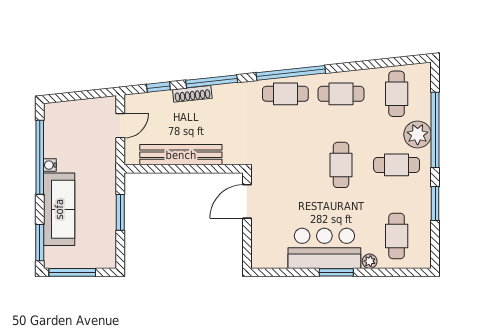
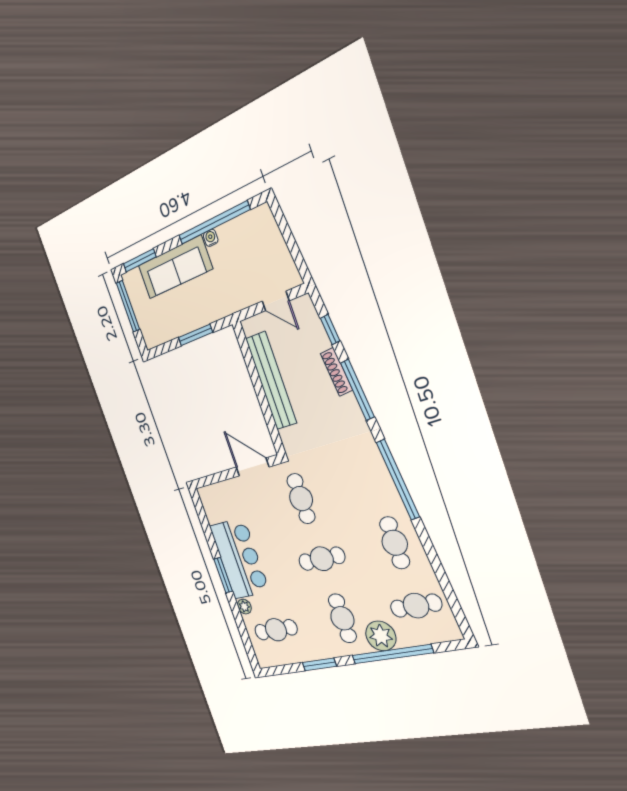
cafe table: (285, 94) -> (301, 499), moved

